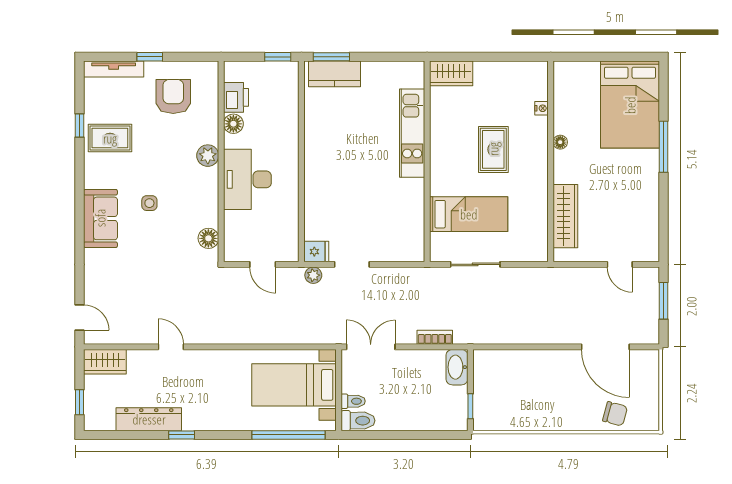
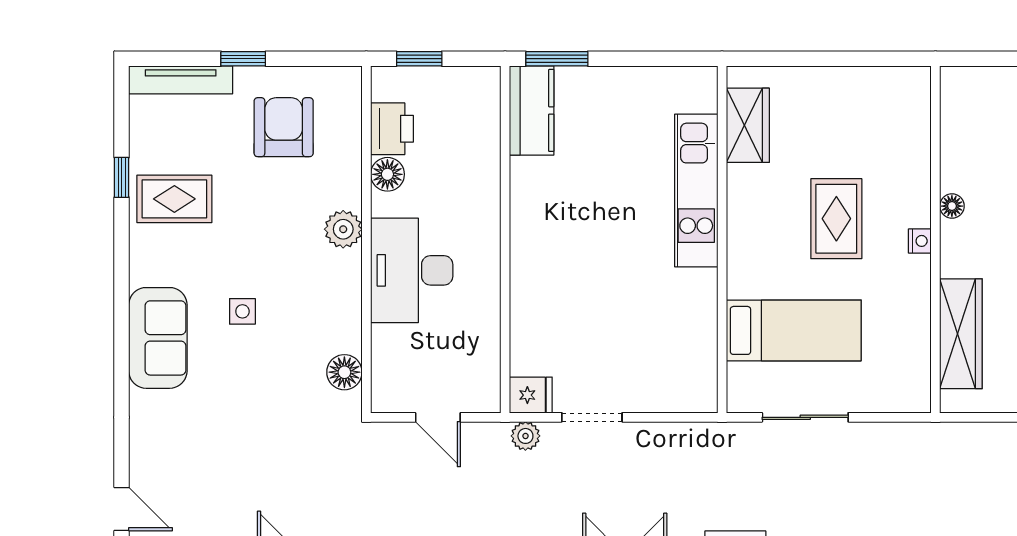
window: (278, 57) -> (419, 59), moved
wardrobe: (451, 73) -> (748, 125), moved, turned -90
kitchen counter: (334, 74) -> (532, 110), moved, turned -90
nightstand: (542, 108) -> (920, 241), moved

